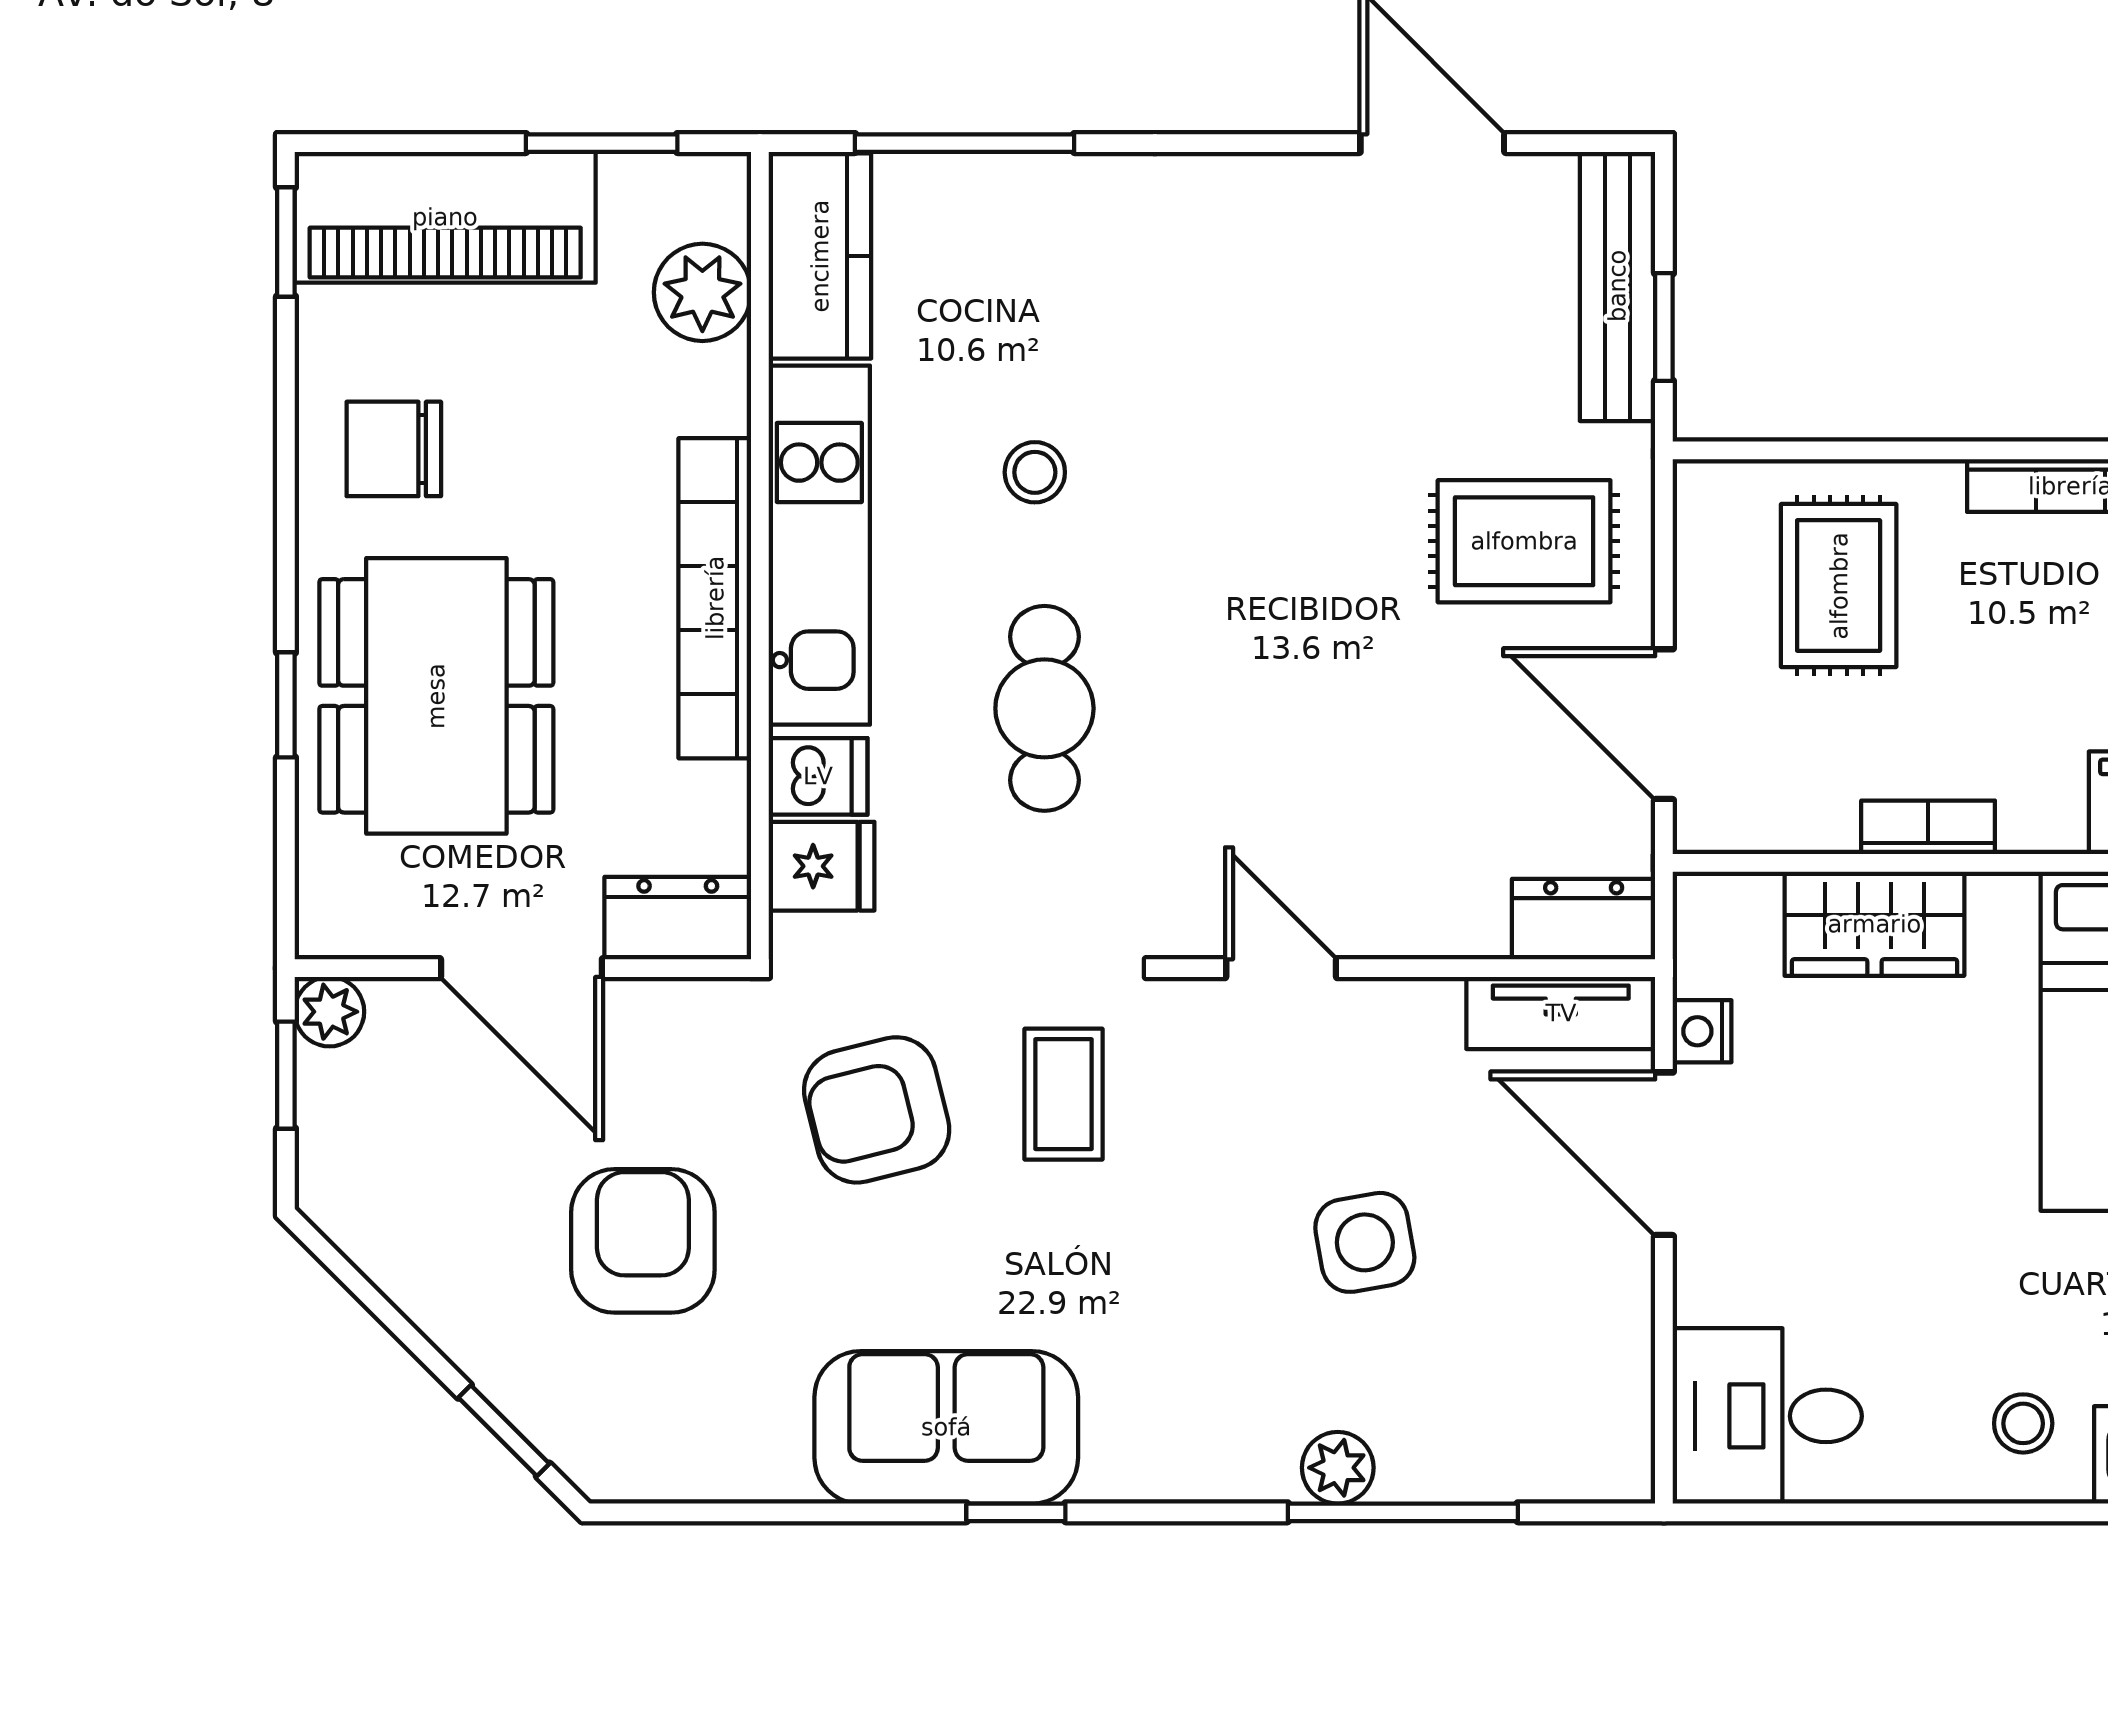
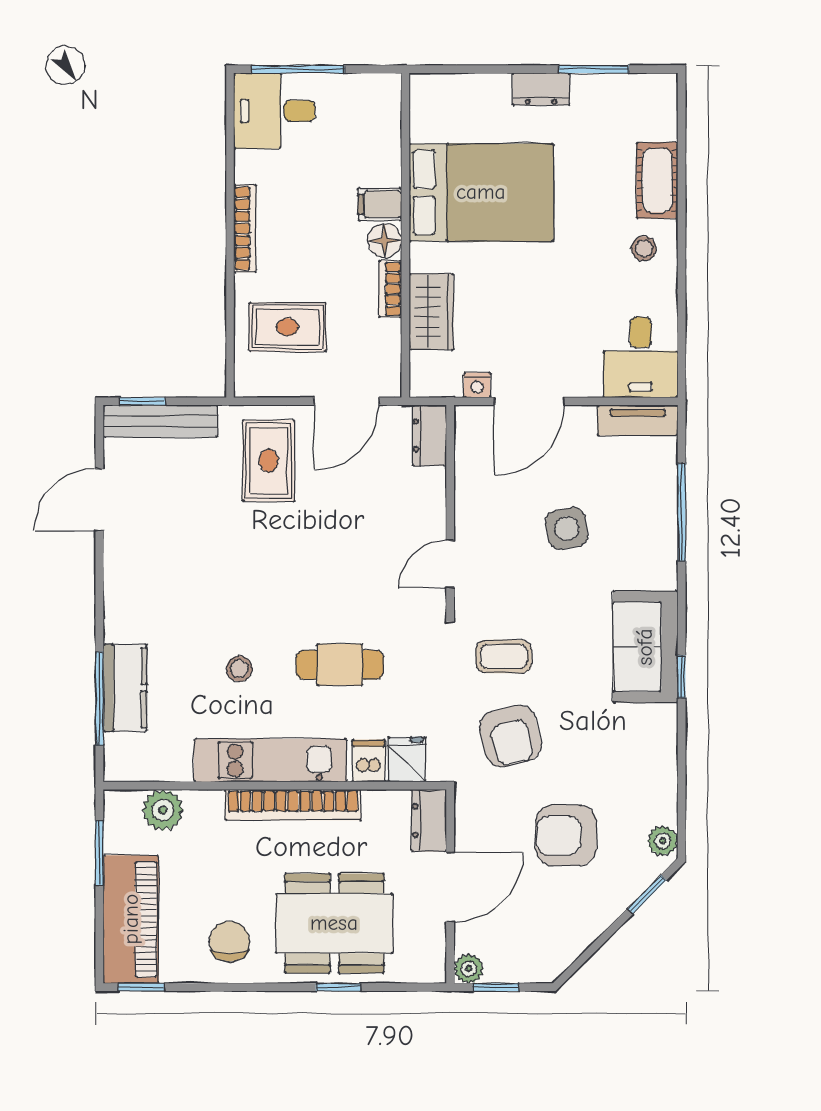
kitchen counter: (820, 256) -> (125, 688), moved, turned 90
window: (1664, 327) -> (142, 401), moved
chair: (394, 449) -> (229, 941), turned 180
floor lamp: (2042, 814) -> (385, 241), added
tv unit: (1561, 1013) -> (638, 420), moved, turned 90
sofa: (946, 1427) -> (645, 647), moved
plant: (1338, 1468) -> (663, 841), moved

